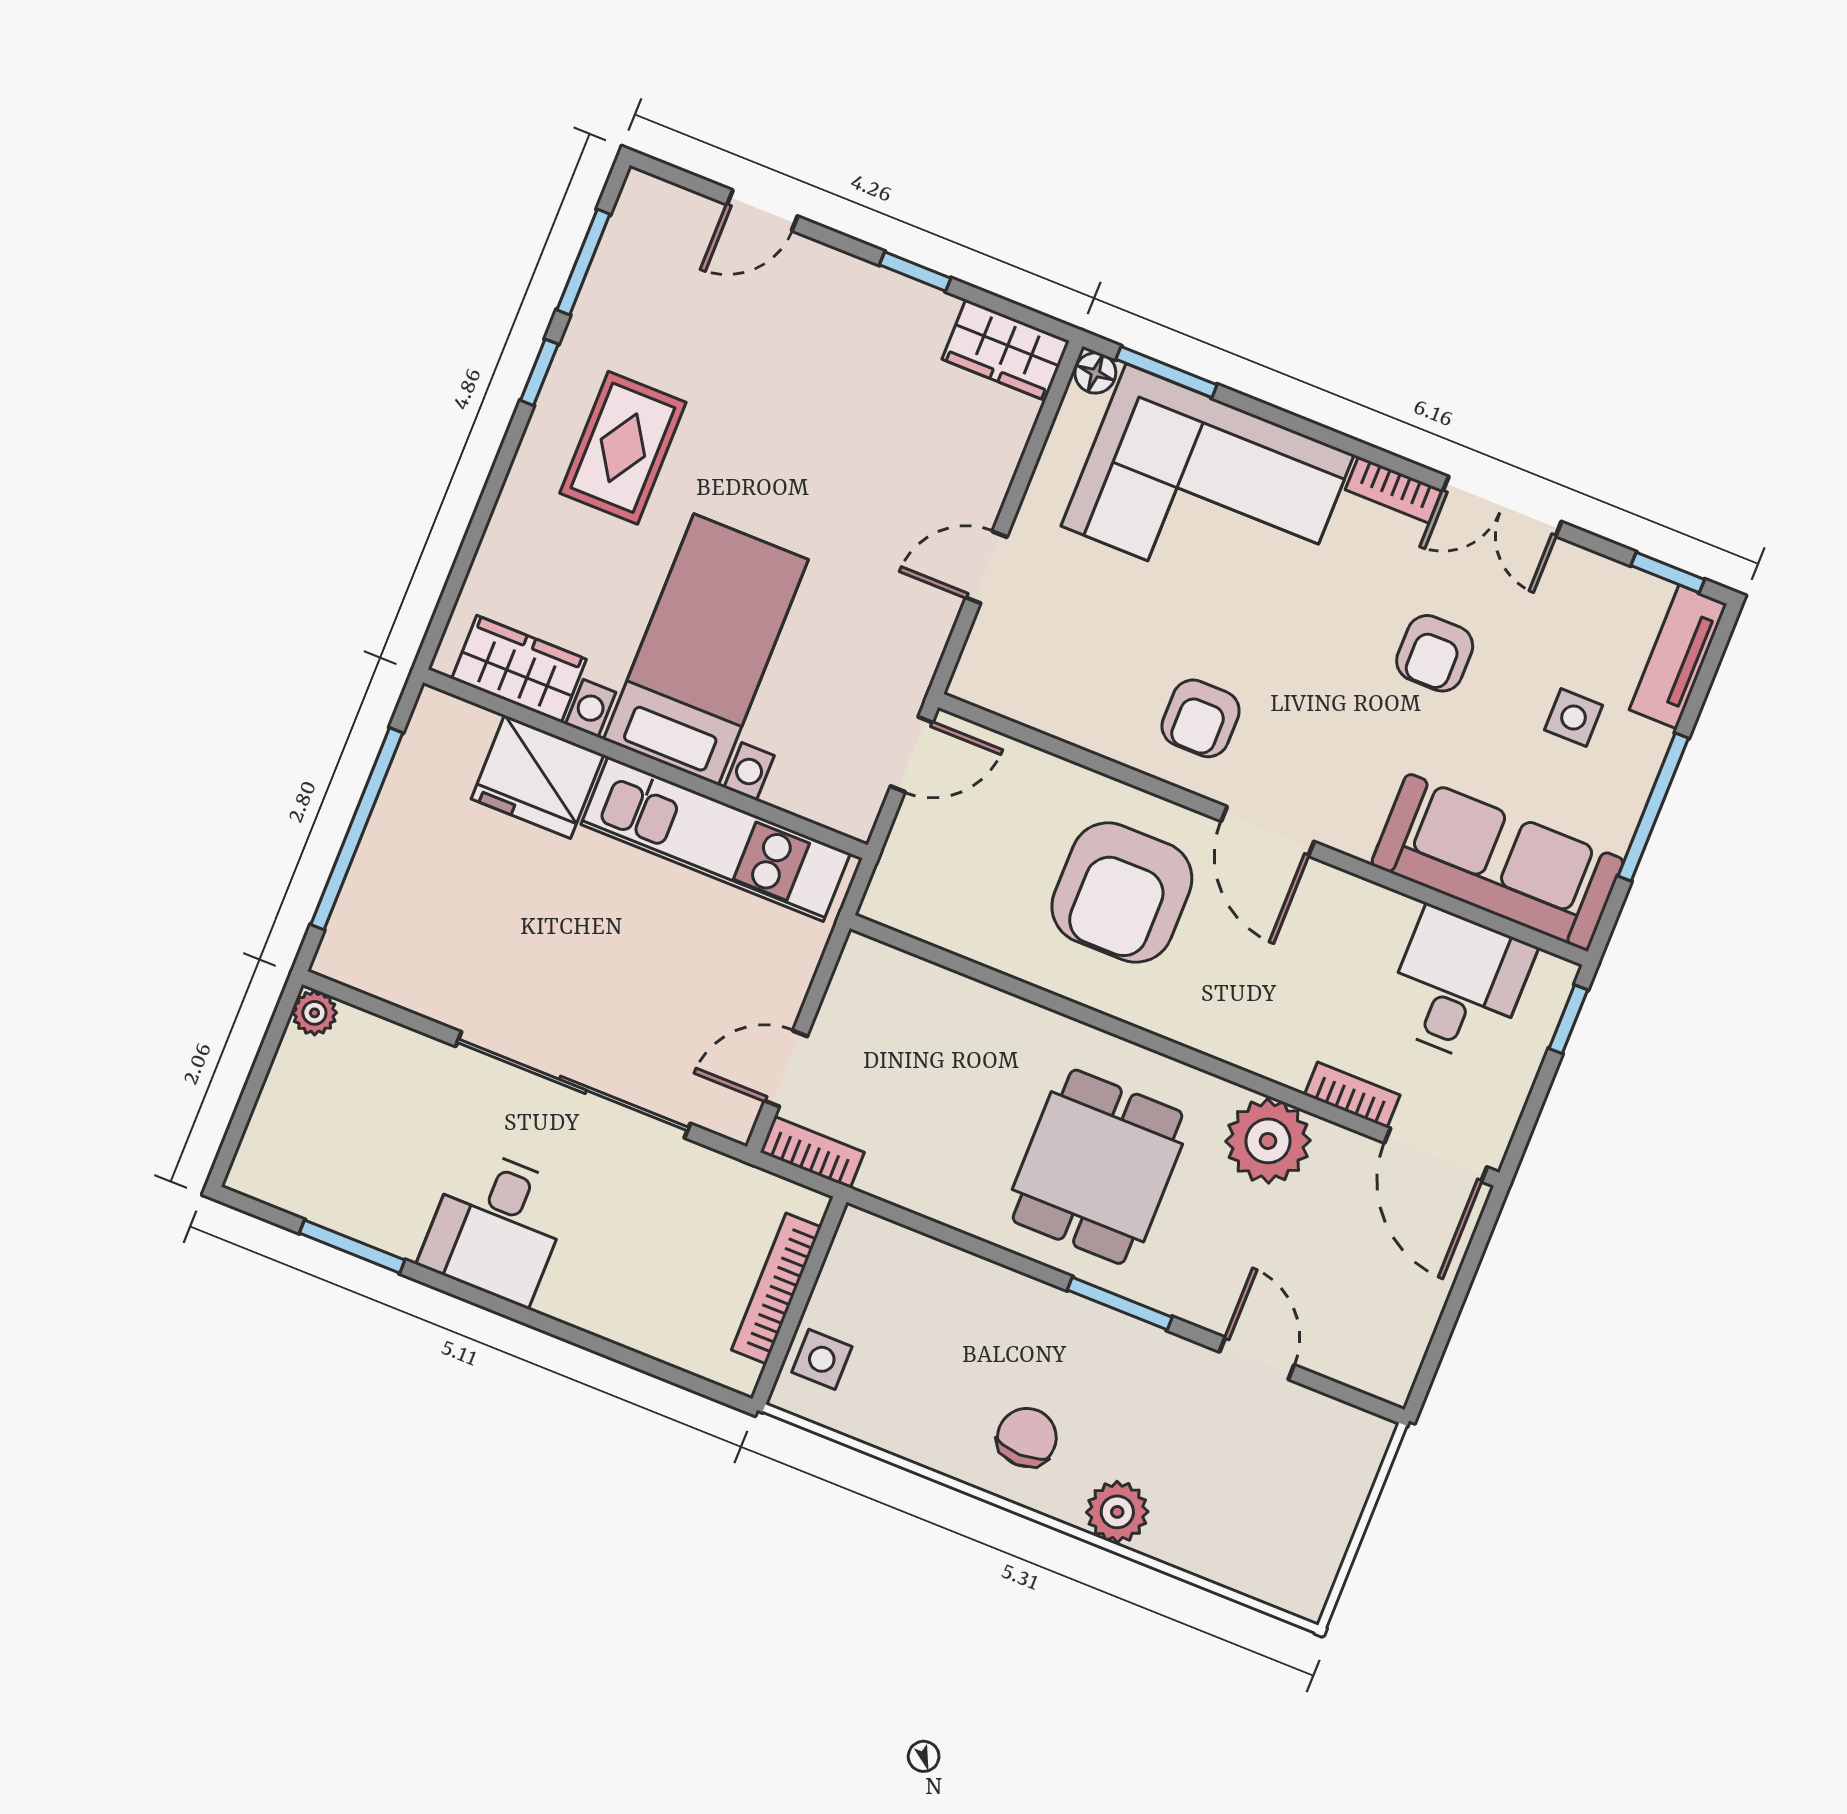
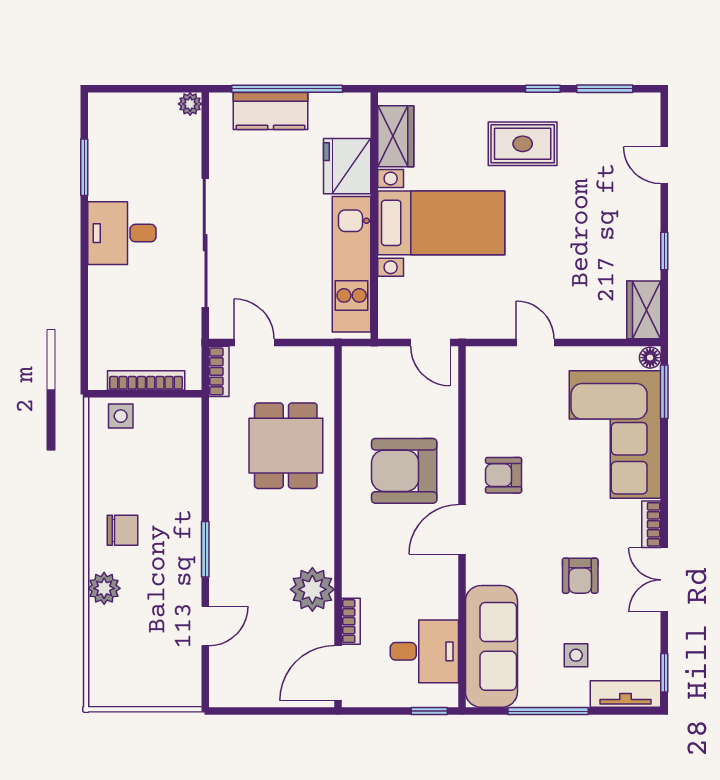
armchair: (1435, 653) -> (580, 576), turned -90
kitchen counter: (384, 874) -> (271, 111), added
dining table: (1097, 1167) -> (286, 446), moved, turned 90

